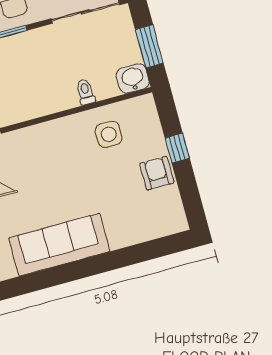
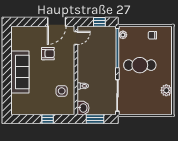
armchair: (157, 173) -> (48, 54), moved
sofa: (59, 245) -> (20, 72), moved

